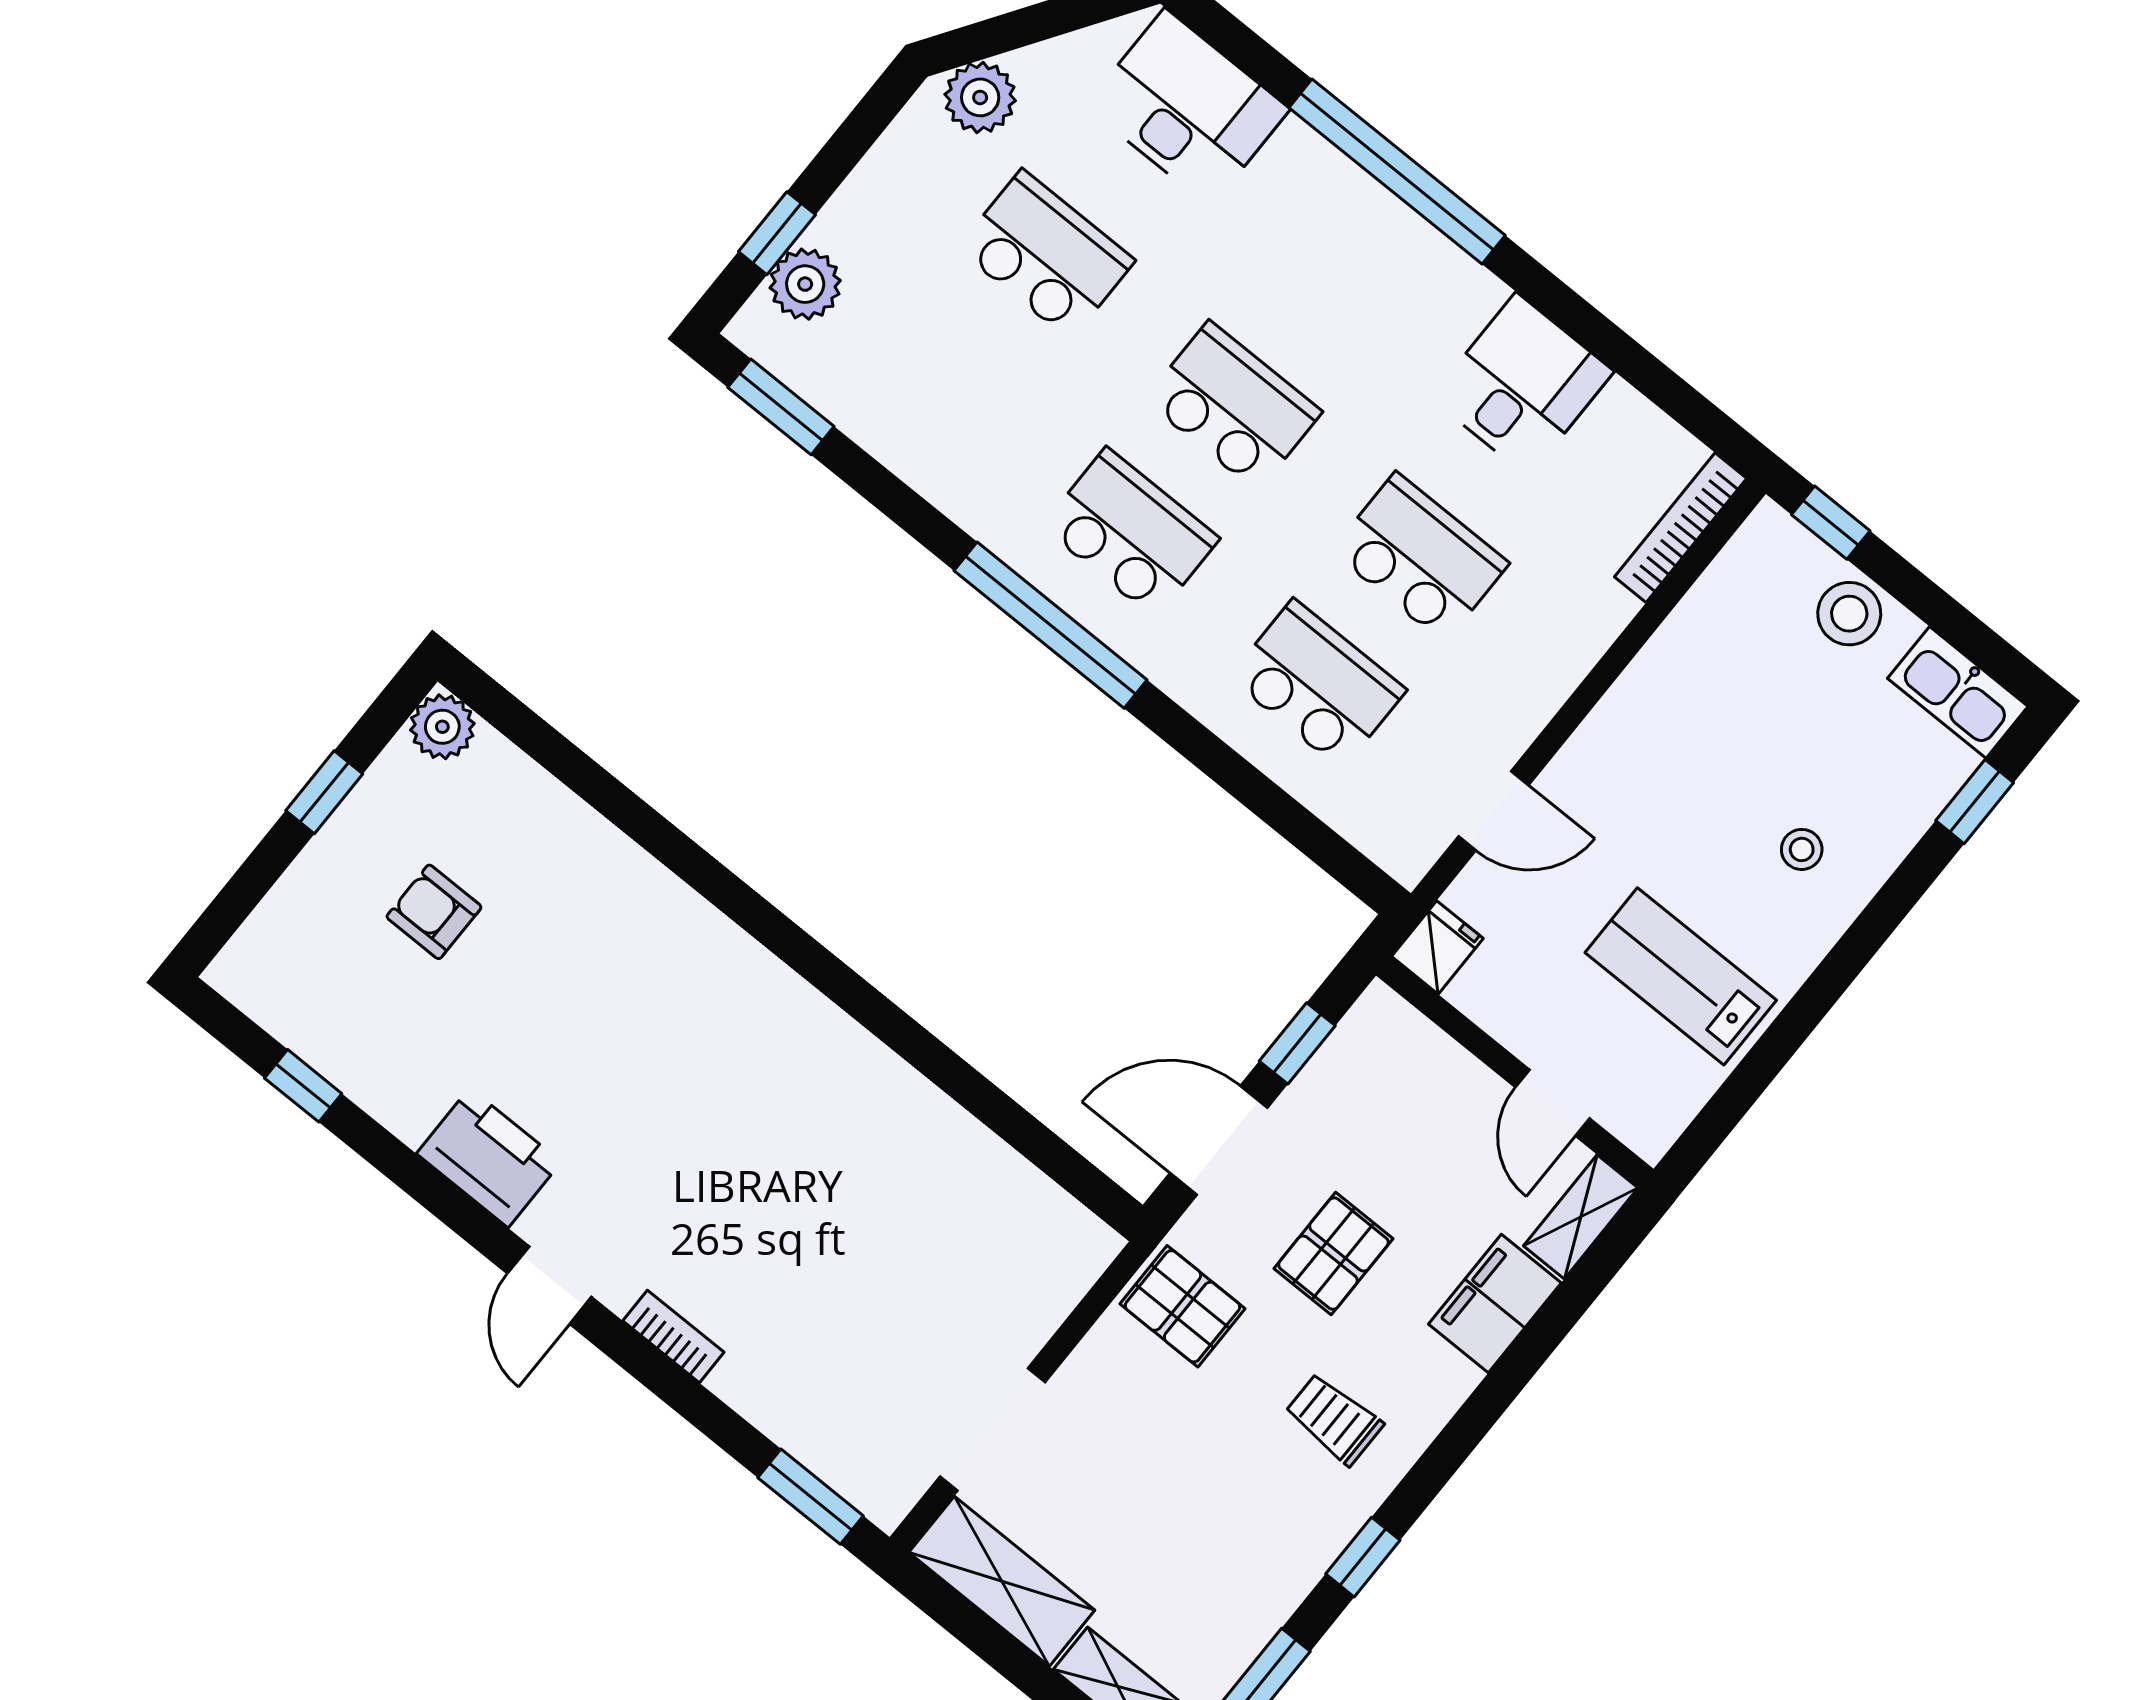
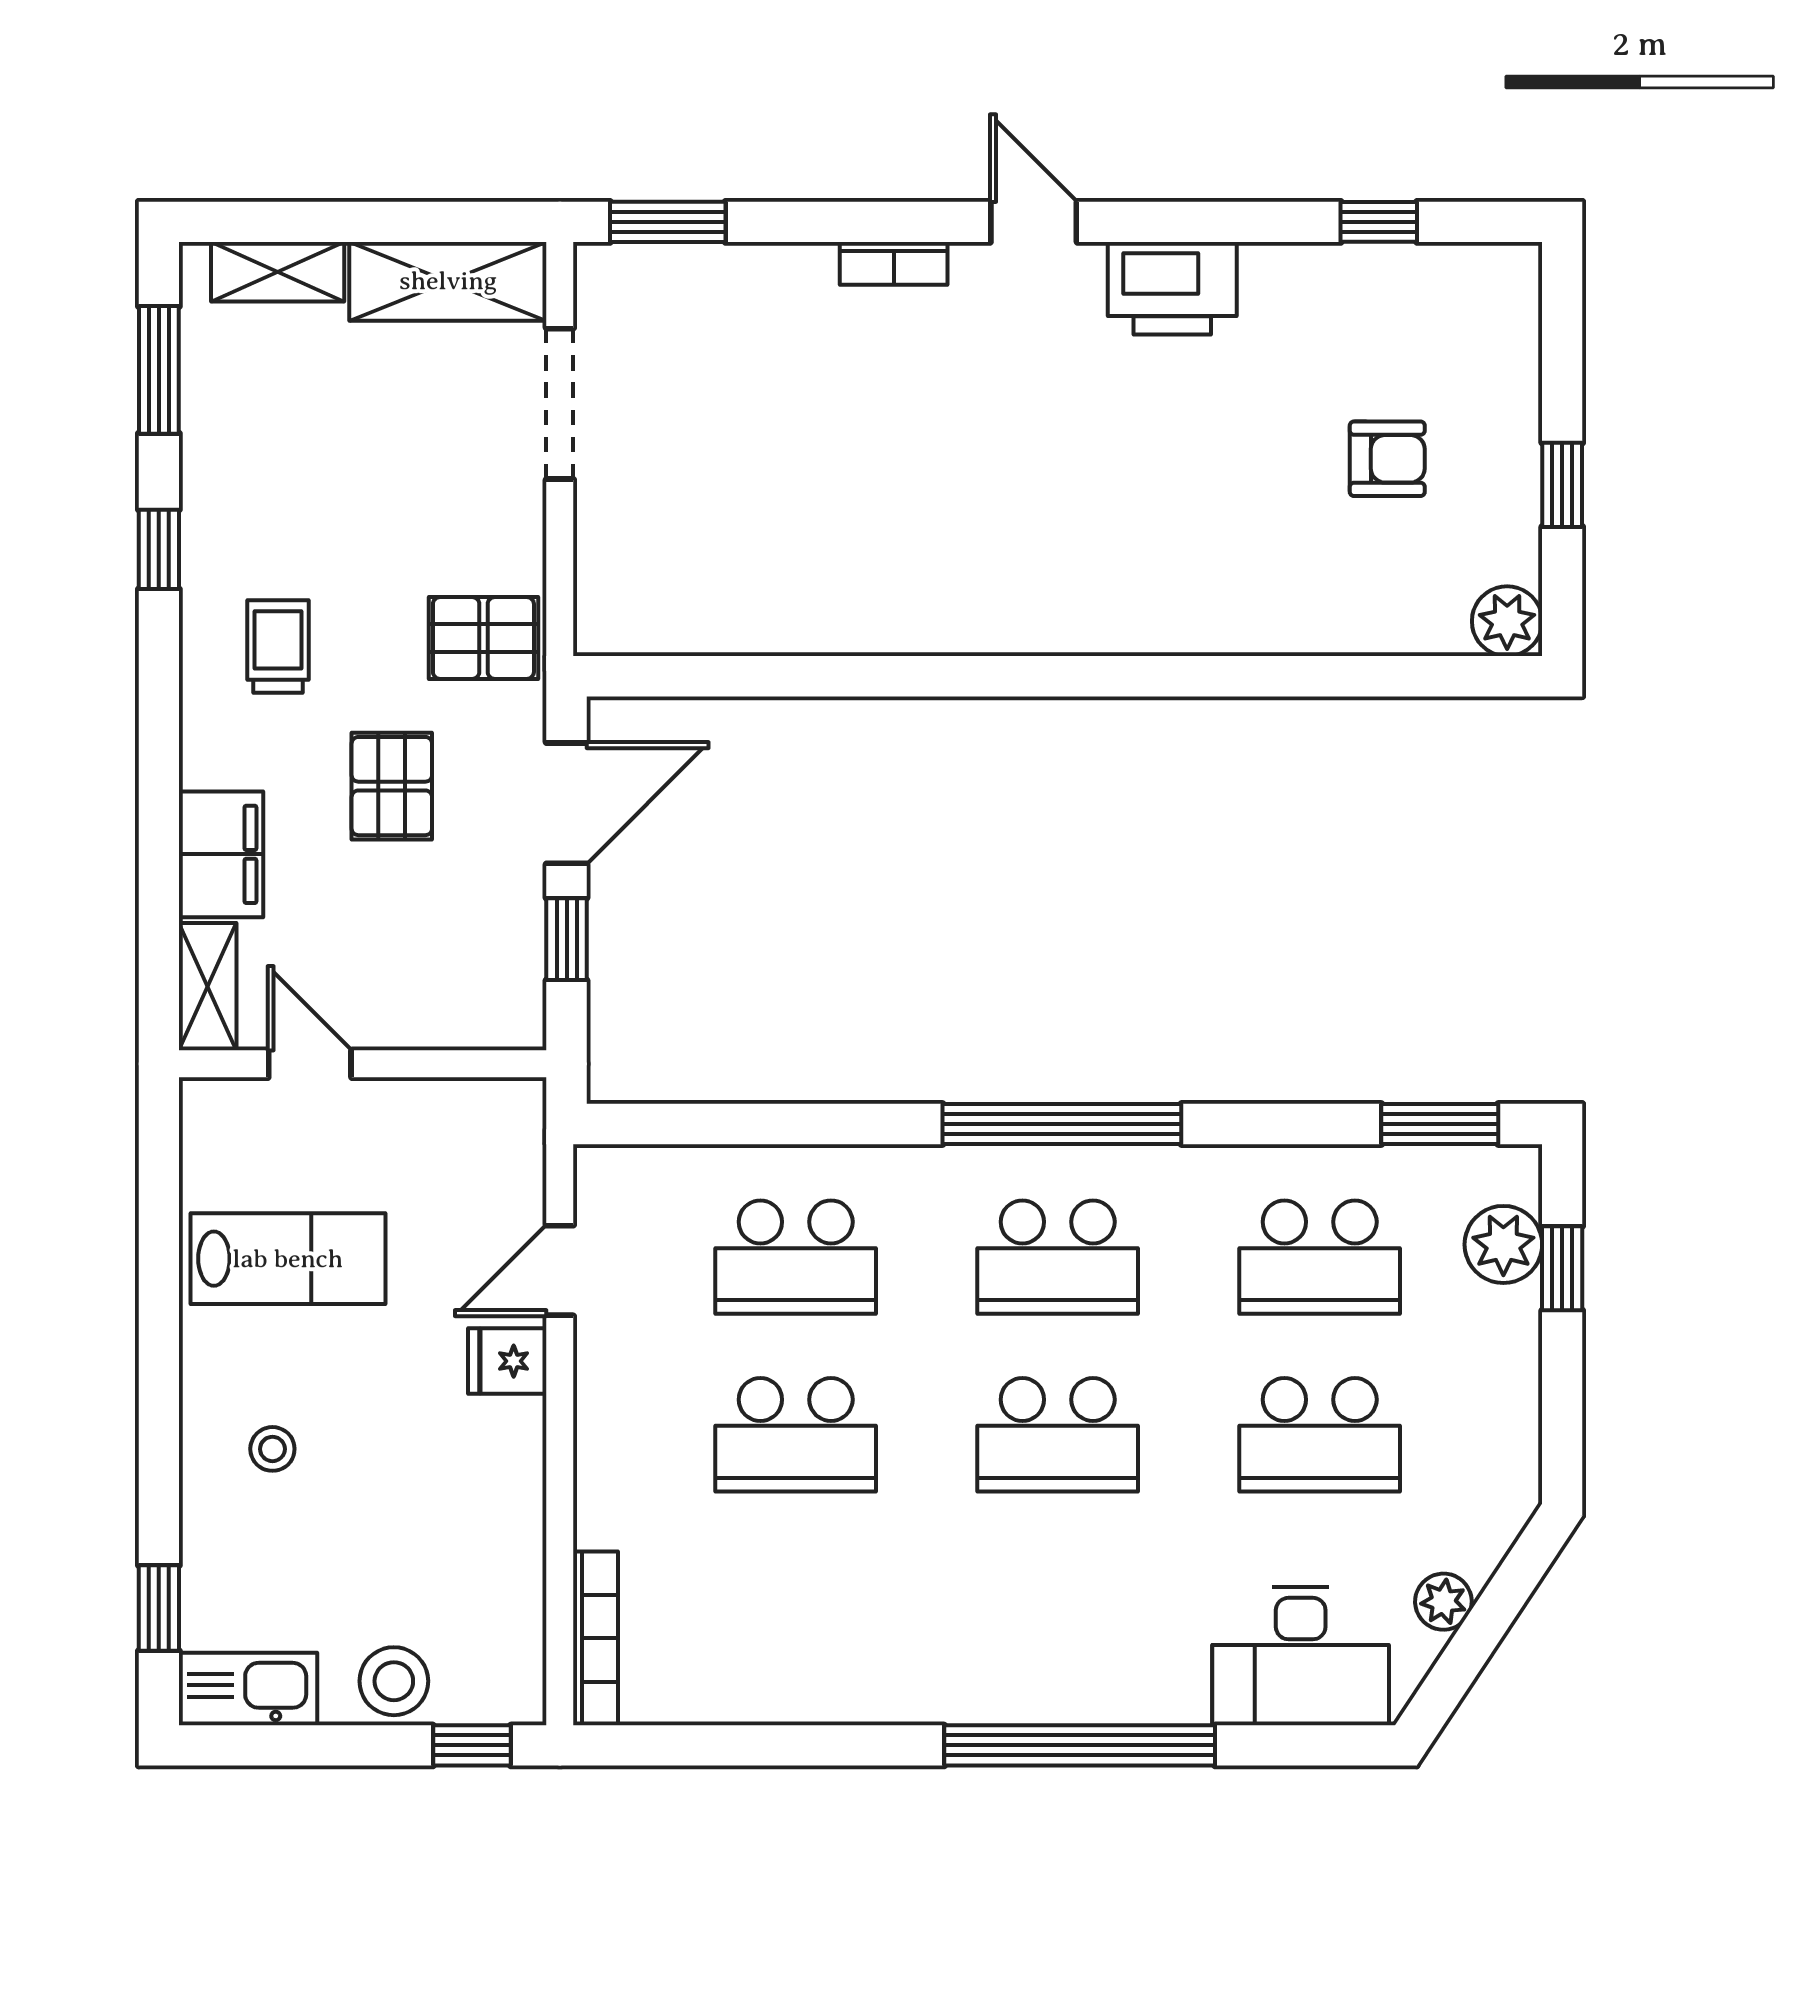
plant: (980, 97) -> (1443, 1602), moved, width x0.73, depth x0.73
school desk: (944, 381) -> (1320, 1257), added
desk: (1522, 385) -> (828, 1651), removed
fridge: (1437, 947) -> (507, 1361), moved, turned 90
trolley: (1334, 1419) -> (278, 646), turned -90

